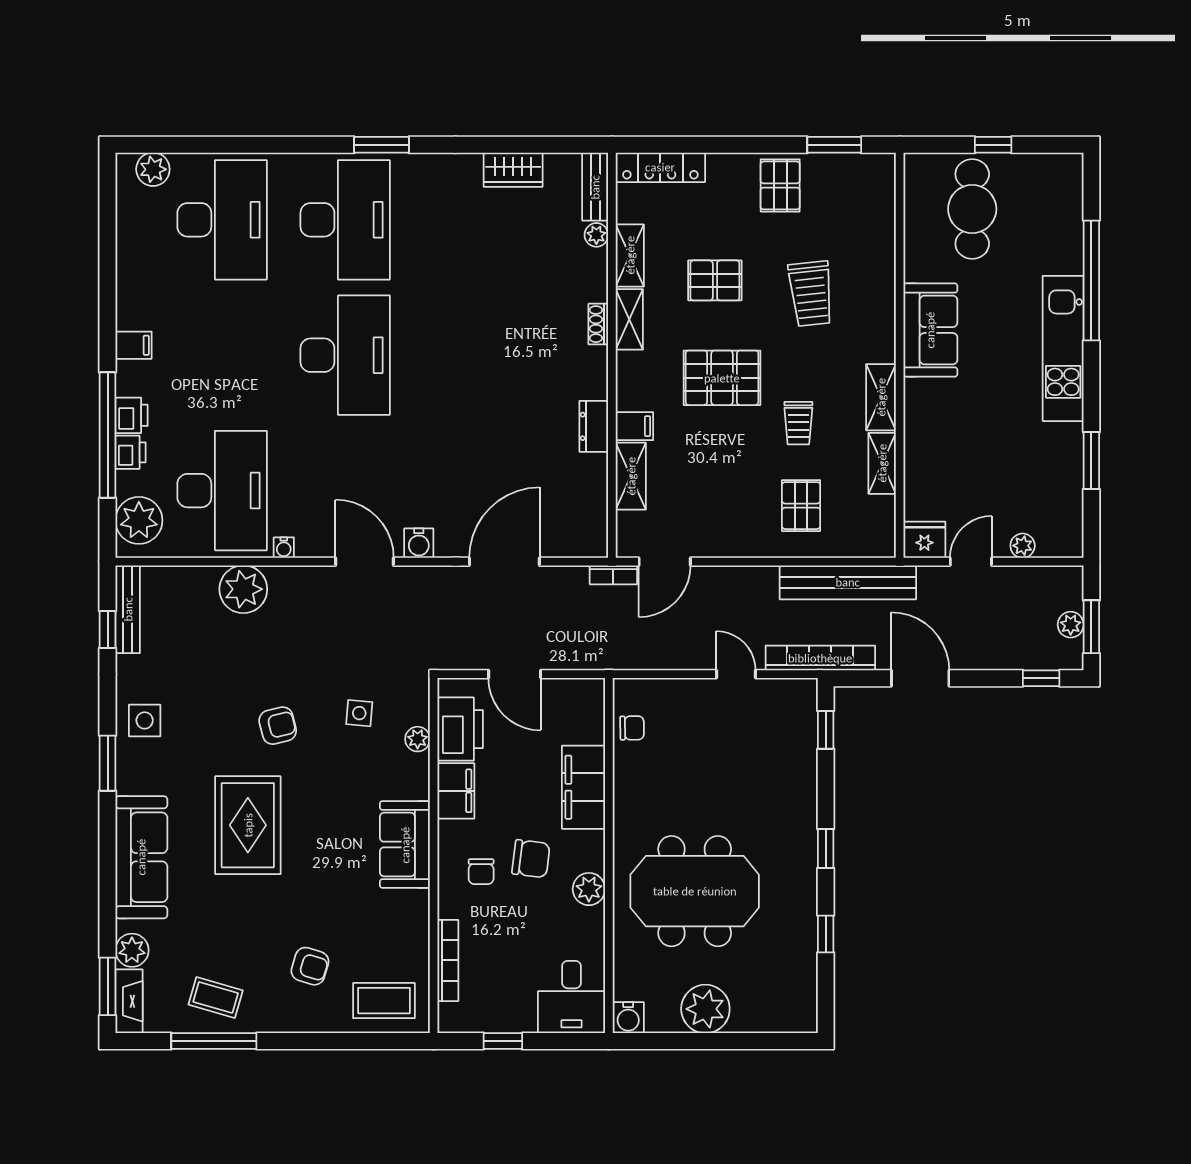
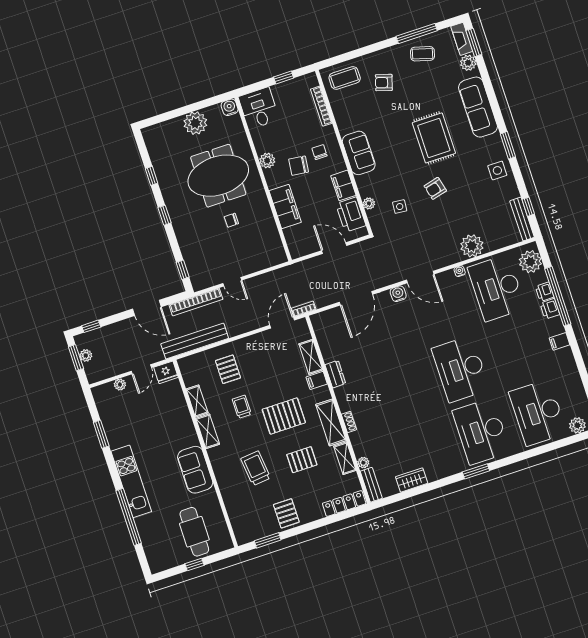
shelving: (629, 319) -> (331, 422), width x1.50, depth x1.33
chair: (632, 728) -> (231, 220), moved

